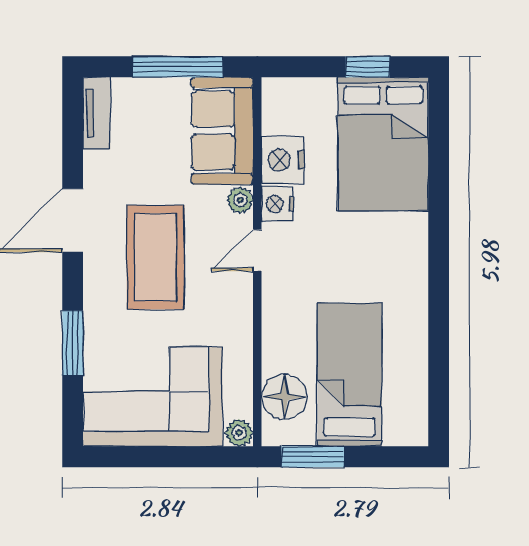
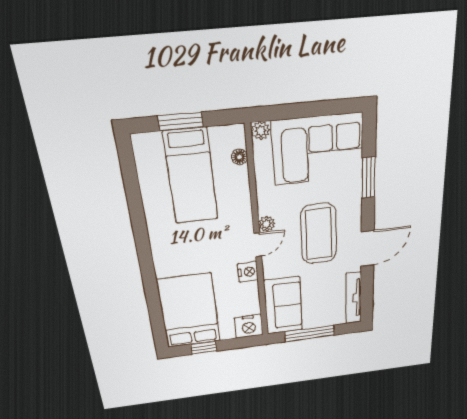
tv unit: (97, 113) -> (354, 298), width x1.41
nightstand: (283, 160) -> (249, 326), moved, turned 90
plant: (240, 200) -> (267, 224), moved
floor lamp: (284, 397) -> (239, 157), width x0.53, depth x0.53
window: (313, 457) -> (181, 121), moved

